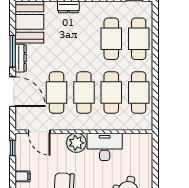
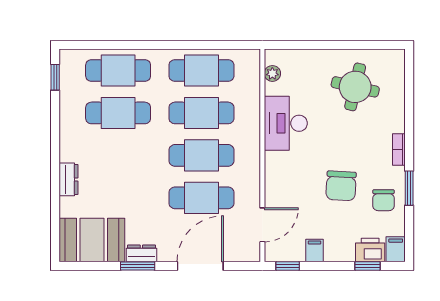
window: (13, 51) -> (138, 266), width x0.69
dresser: (21, 58) -> (141, 253), width x0.70
plant: (76, 143) -> (272, 73), moved, width x0.53, depth x0.53
filing cabinet: (23, 176) -> (314, 251), moved

